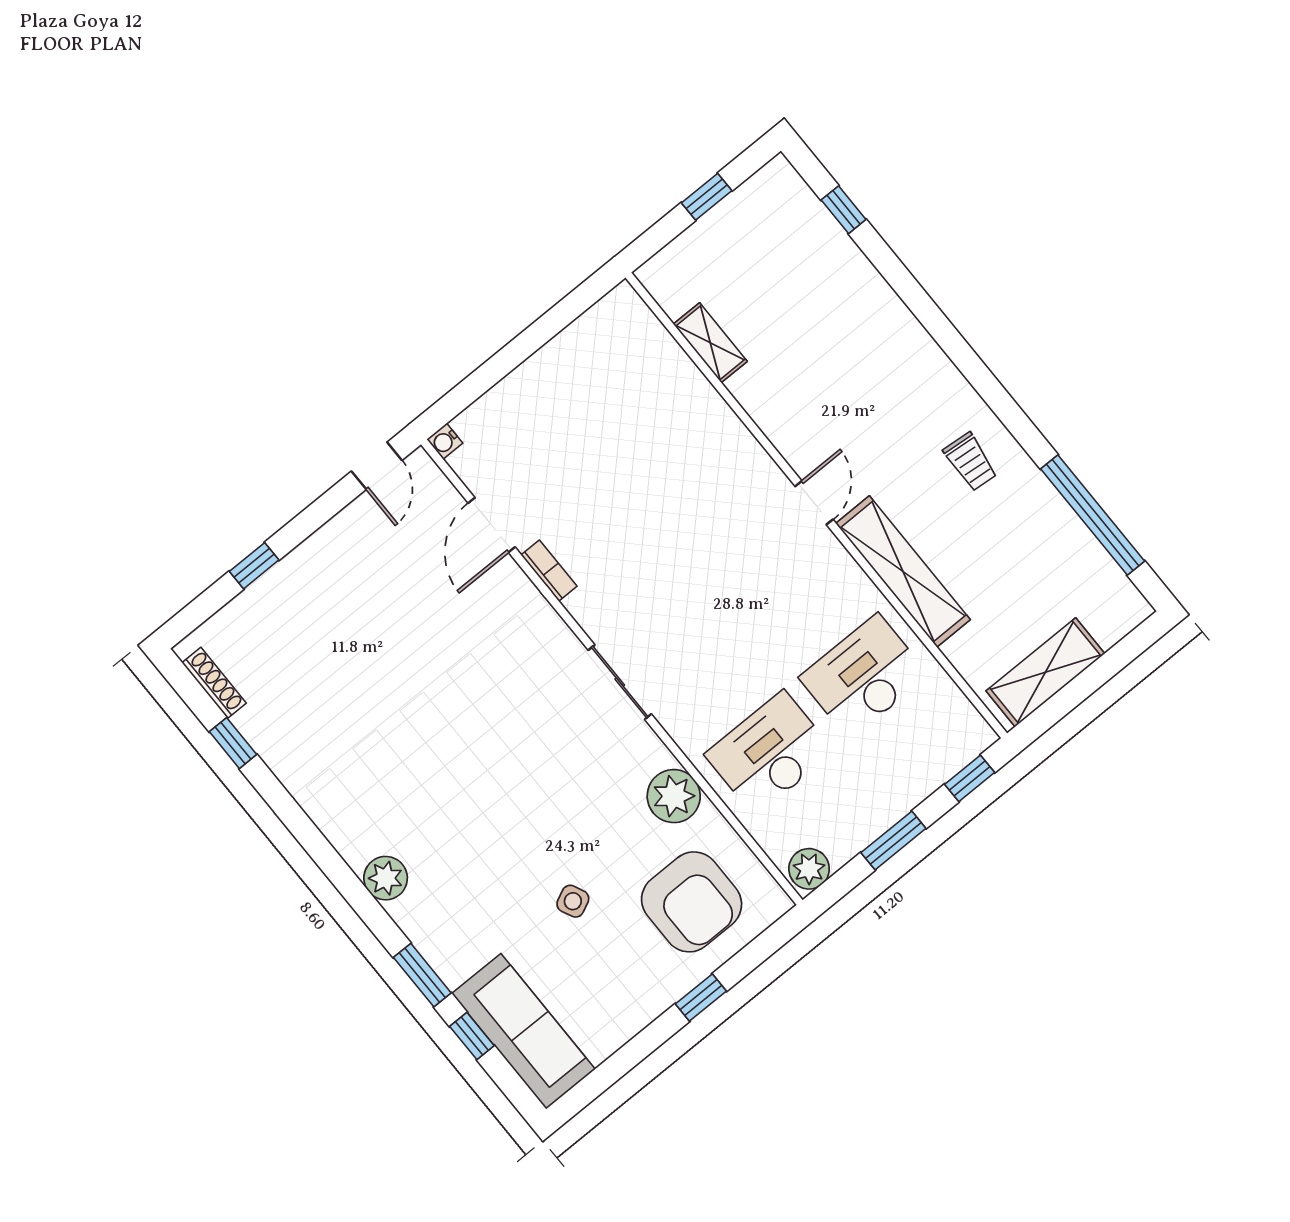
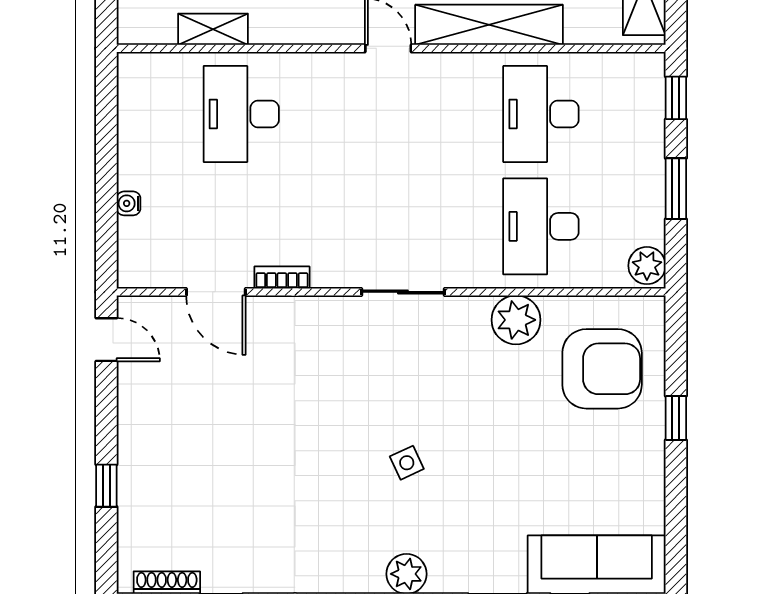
desk: (658, 425) -> (241, 114), added
water cooler: (445, 441) -> (129, 203), moved, turned 90
side table: (573, 901) -> (407, 463), moved

